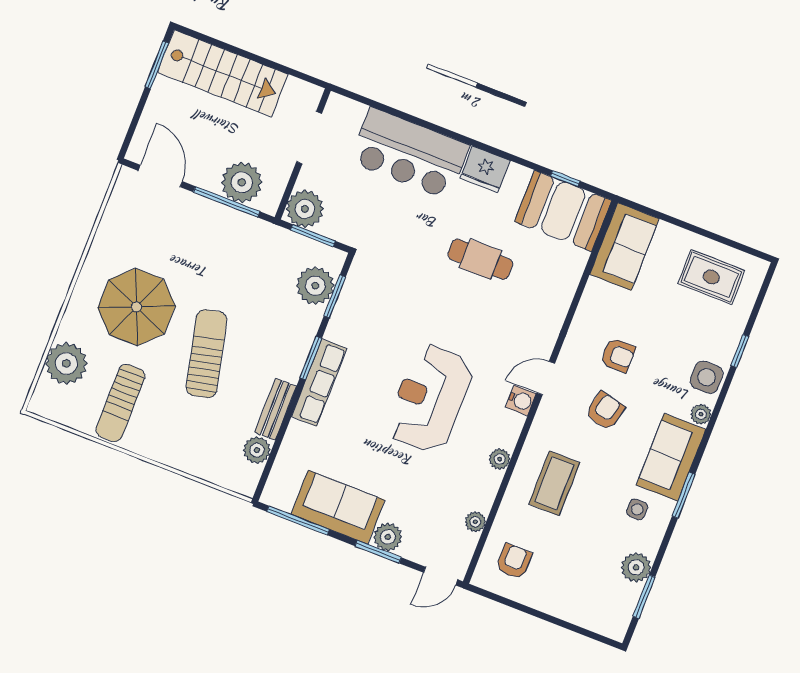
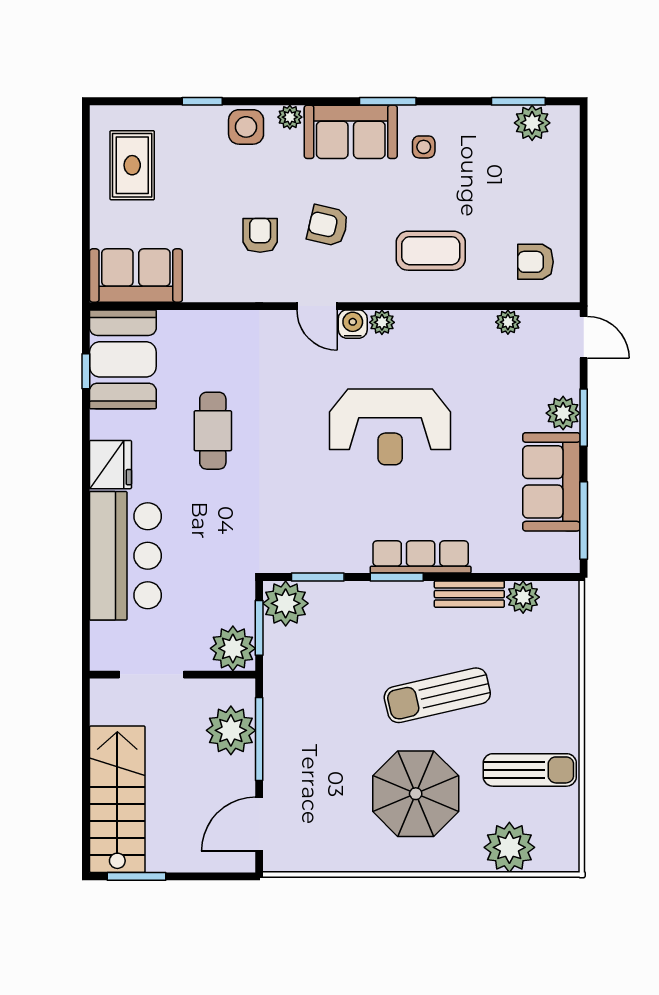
plant: (315, 286) -> (286, 603), moved
plant: (500, 459) -> (382, 322), moved
plant: (636, 567) -> (532, 123), moved

